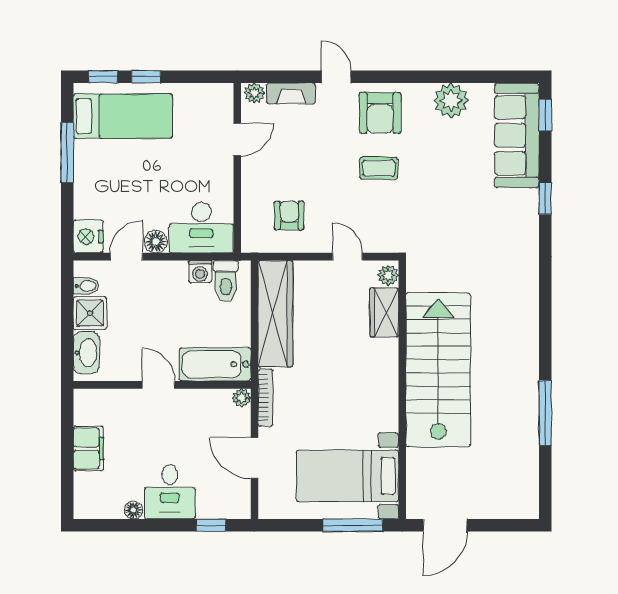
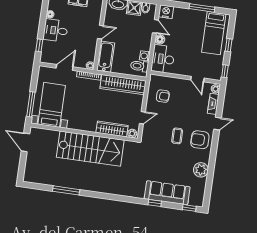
window: (103, 77) -> (225, 71), moved
sofa: (517, 135) -> (167, 193), moved
wardrobe: (384, 312) -> (112, 129), width x1.50

